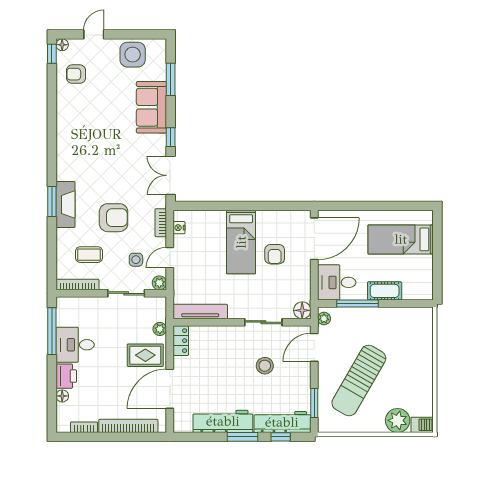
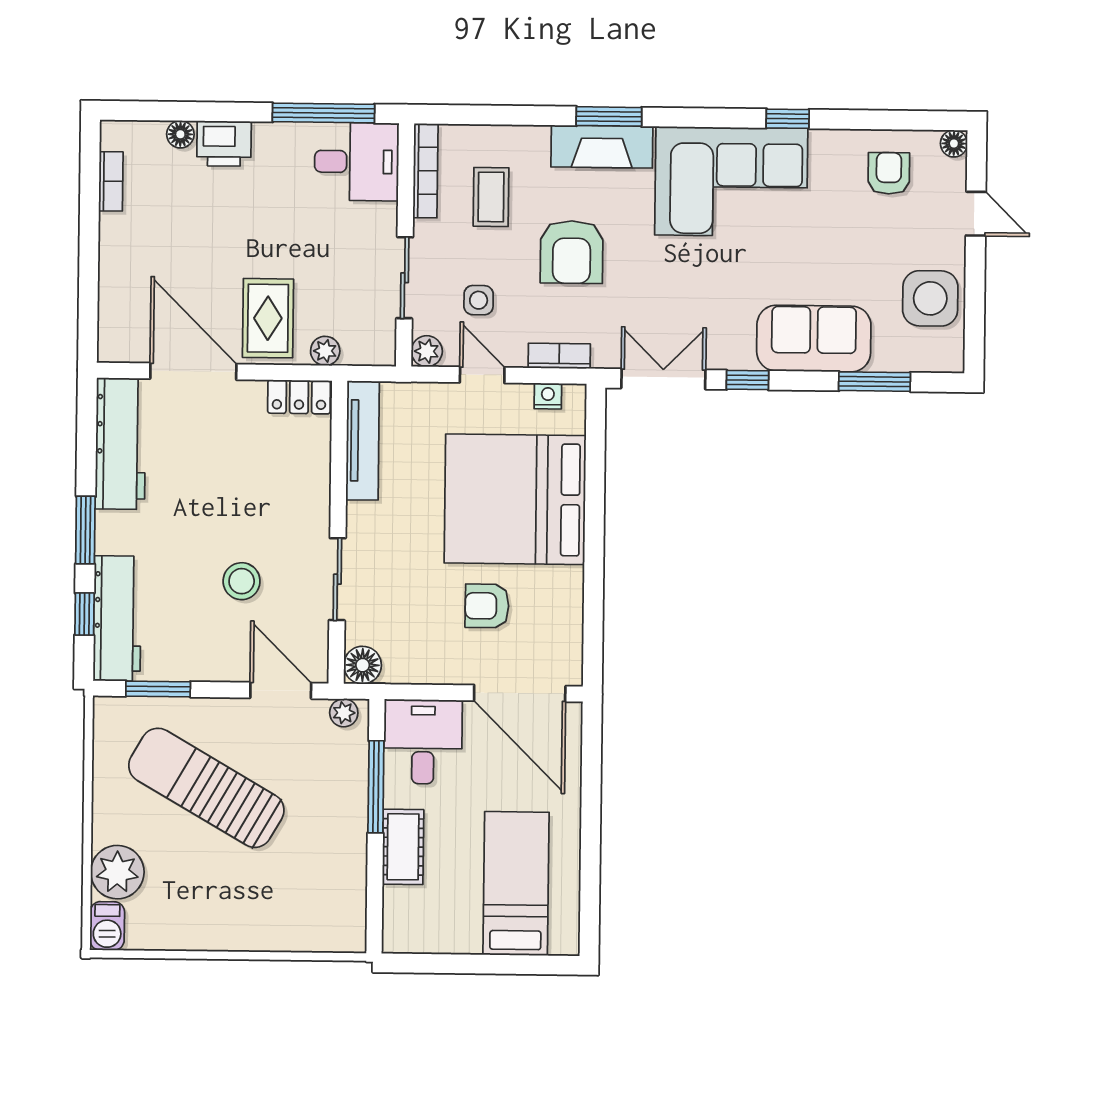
window: (52, 54) -> (788, 119), moved
corner sofa: (81, 146) -> (731, 182), added
bed: (241, 242) -> (515, 499), width x2.04
desk: (75, 345) -> (357, 162), moved, turned 90
workbench: (223, 421) -> (121, 444), moved
bookcase: (128, 426) -> (113, 279), removed

